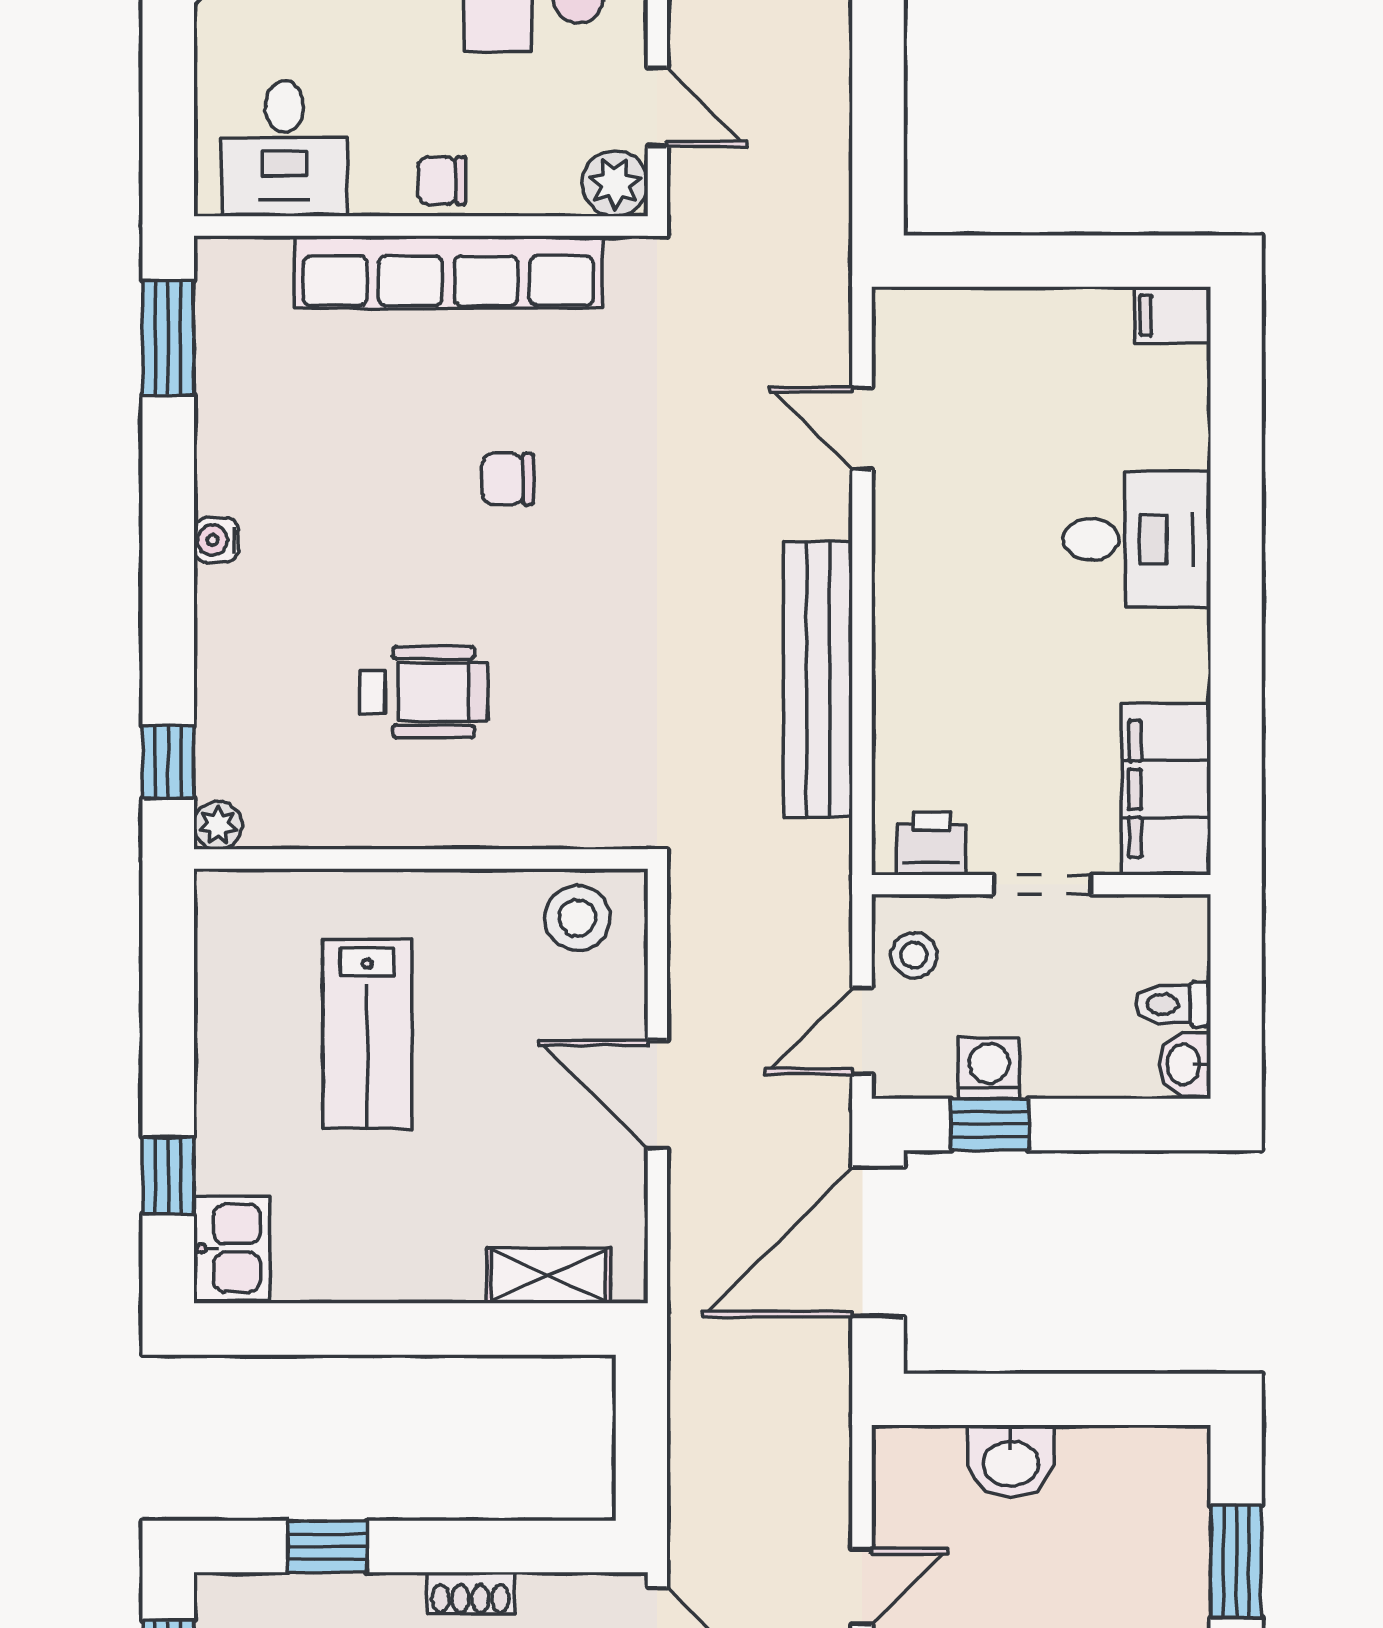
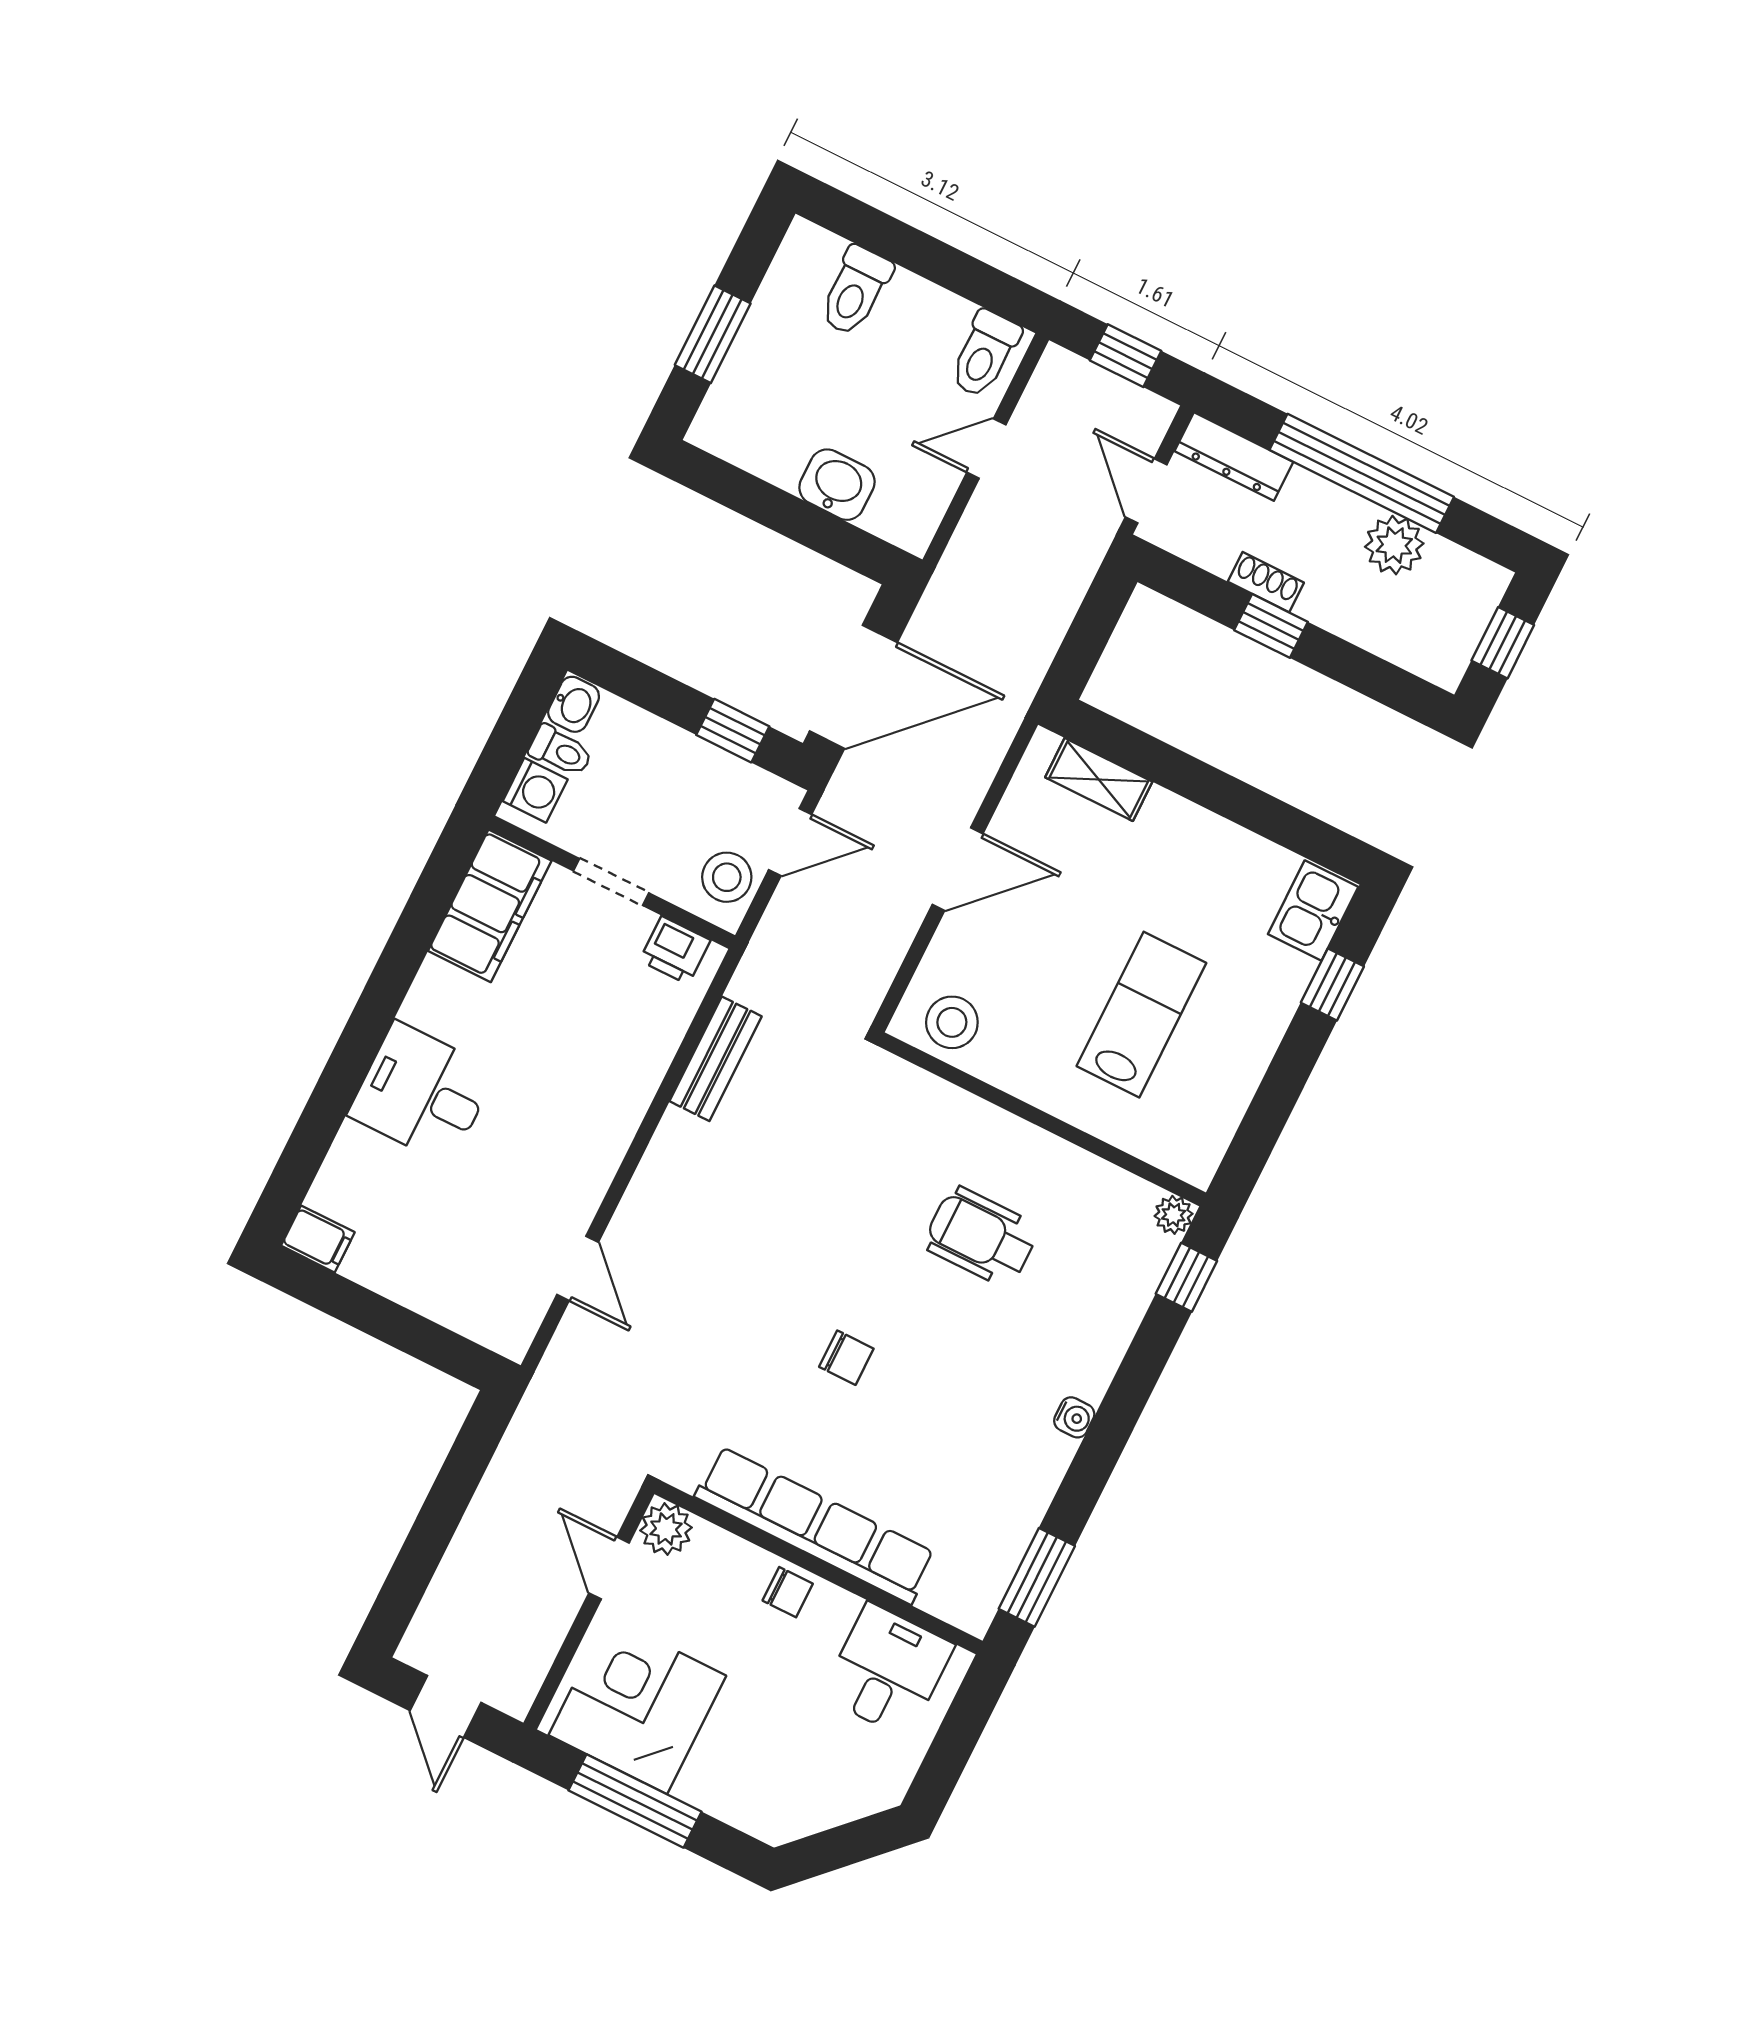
bench: (818, 679) -> (716, 1059), width x0.54, depth x0.82
stool: (914, 955) -> (727, 877), width x1.37, depth x1.37
washing machine: (989, 1068) -> (535, 790), moved, turned -90
door: (657, 1095) -> (958, 869), hinge flipped
window: (327, 1546) -> (1271, 626), moved

